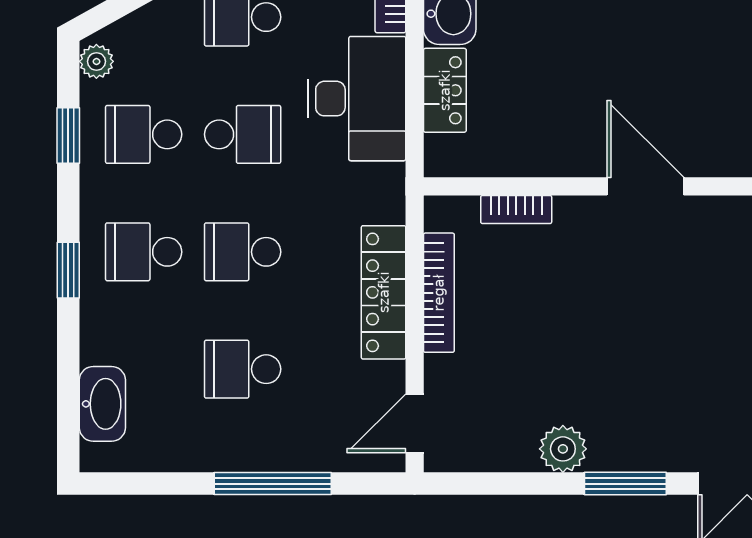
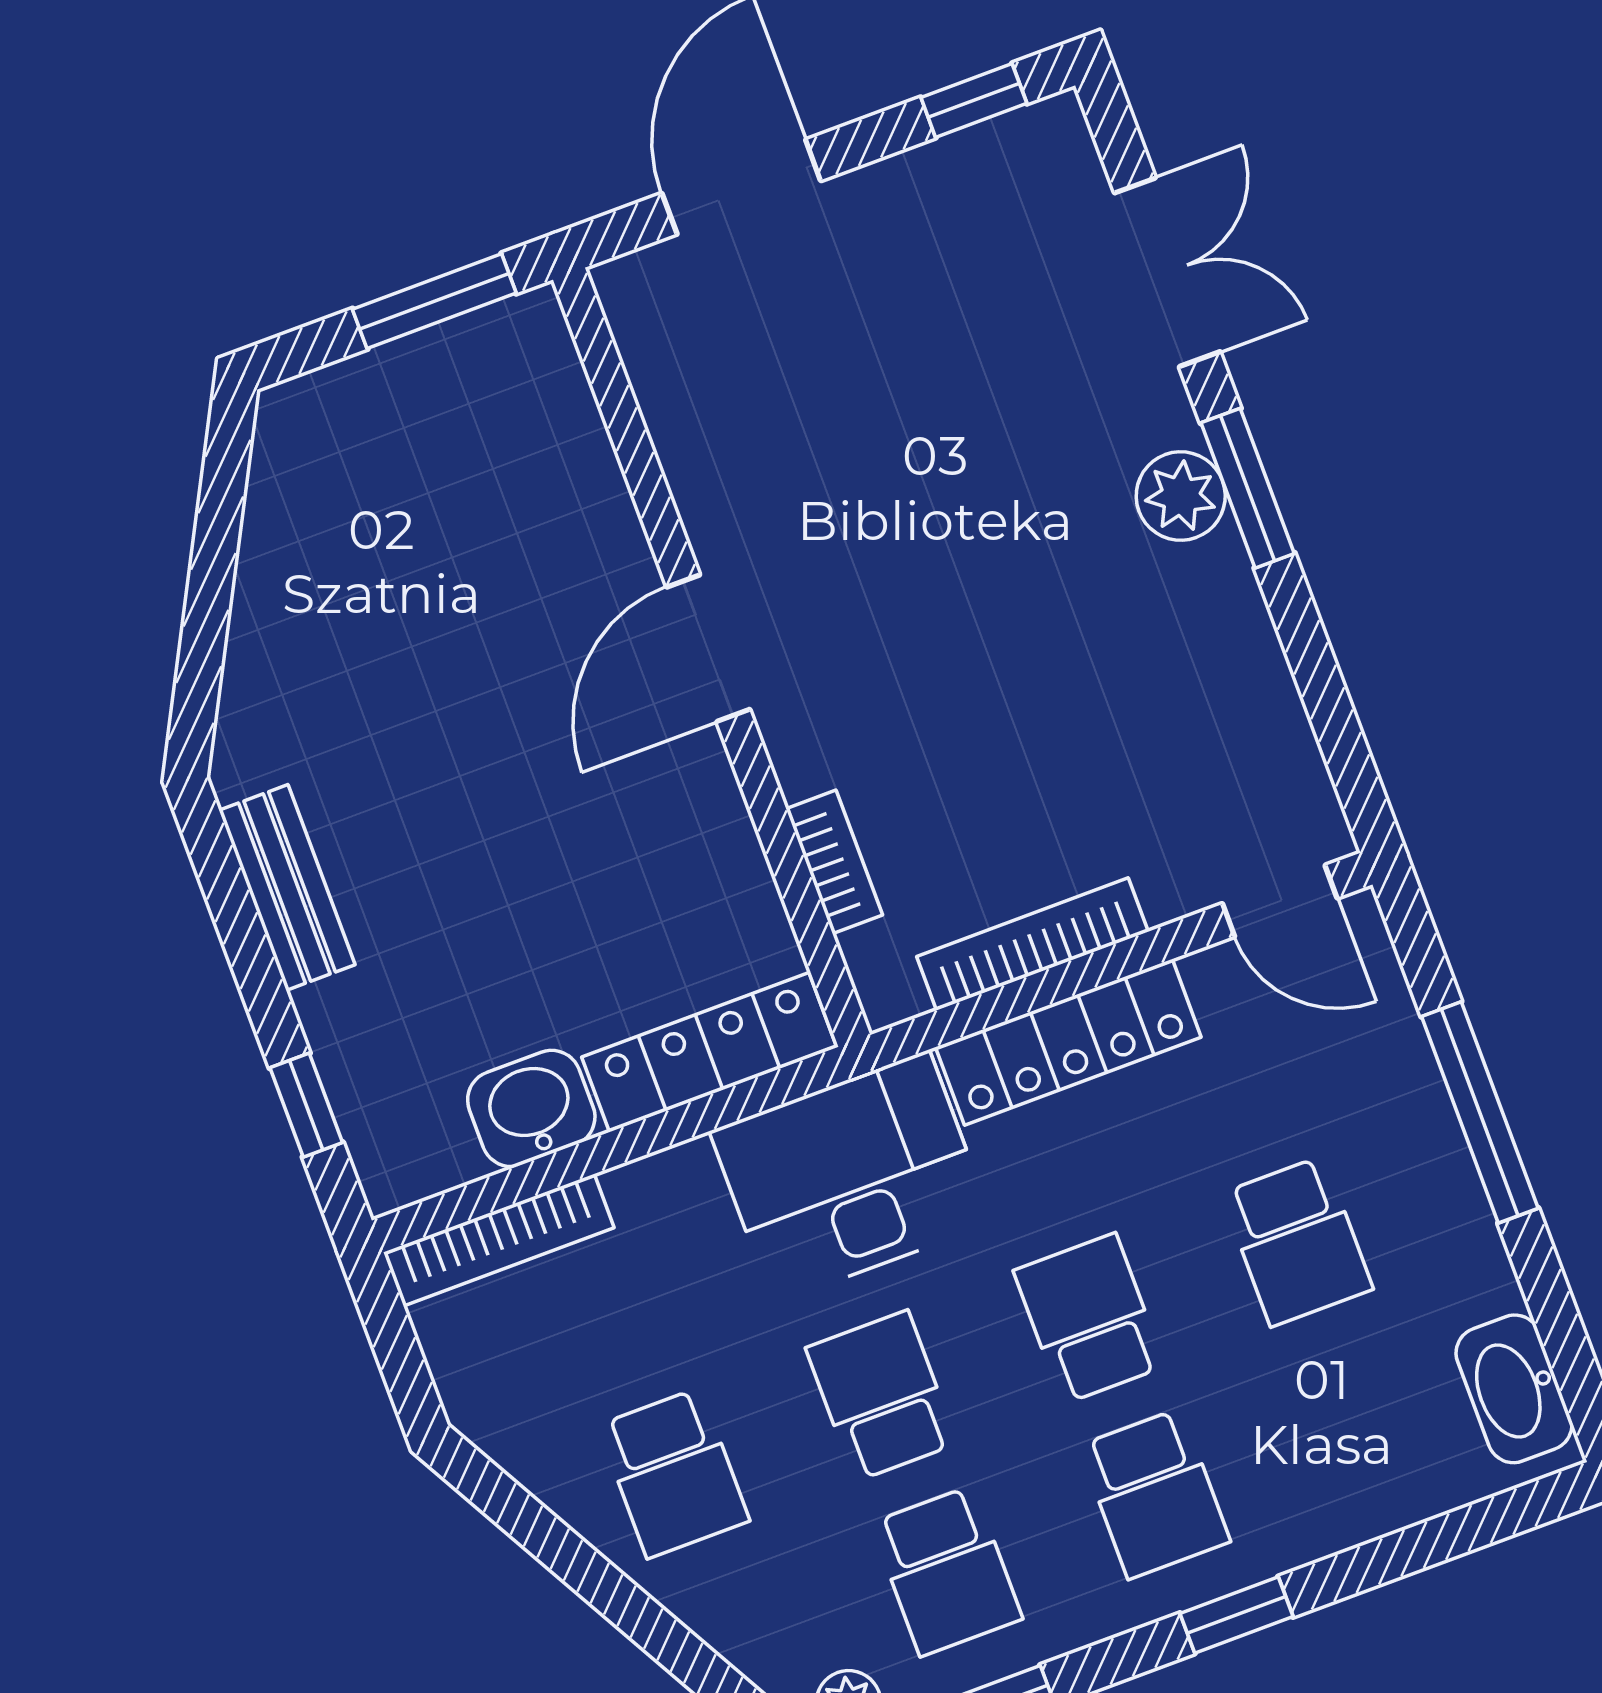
locker: (445, 90) -> (709, 1052), width x1.53
desk: (357, 99) -> (851, 1177), moved
school desk: (243, 252) -> (1089, 1318), turned 180
washbasin: (102, 404) -> (1514, 1389), moved, turned -90
plant: (563, 449) -> (1181, 496), moved

